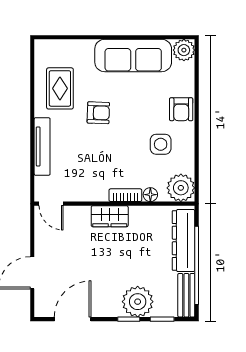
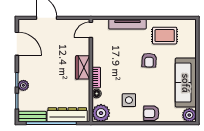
plant: (138, 302) -> (23, 85), width x0.53, depth x0.53

